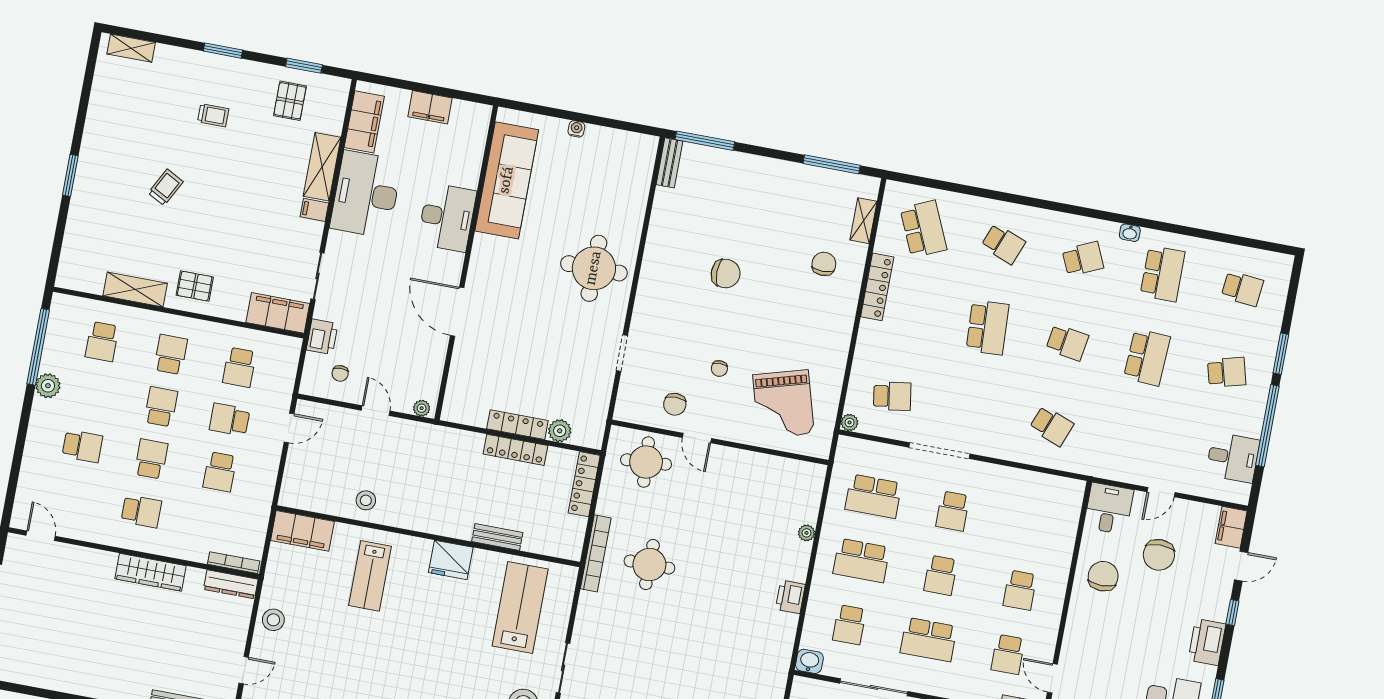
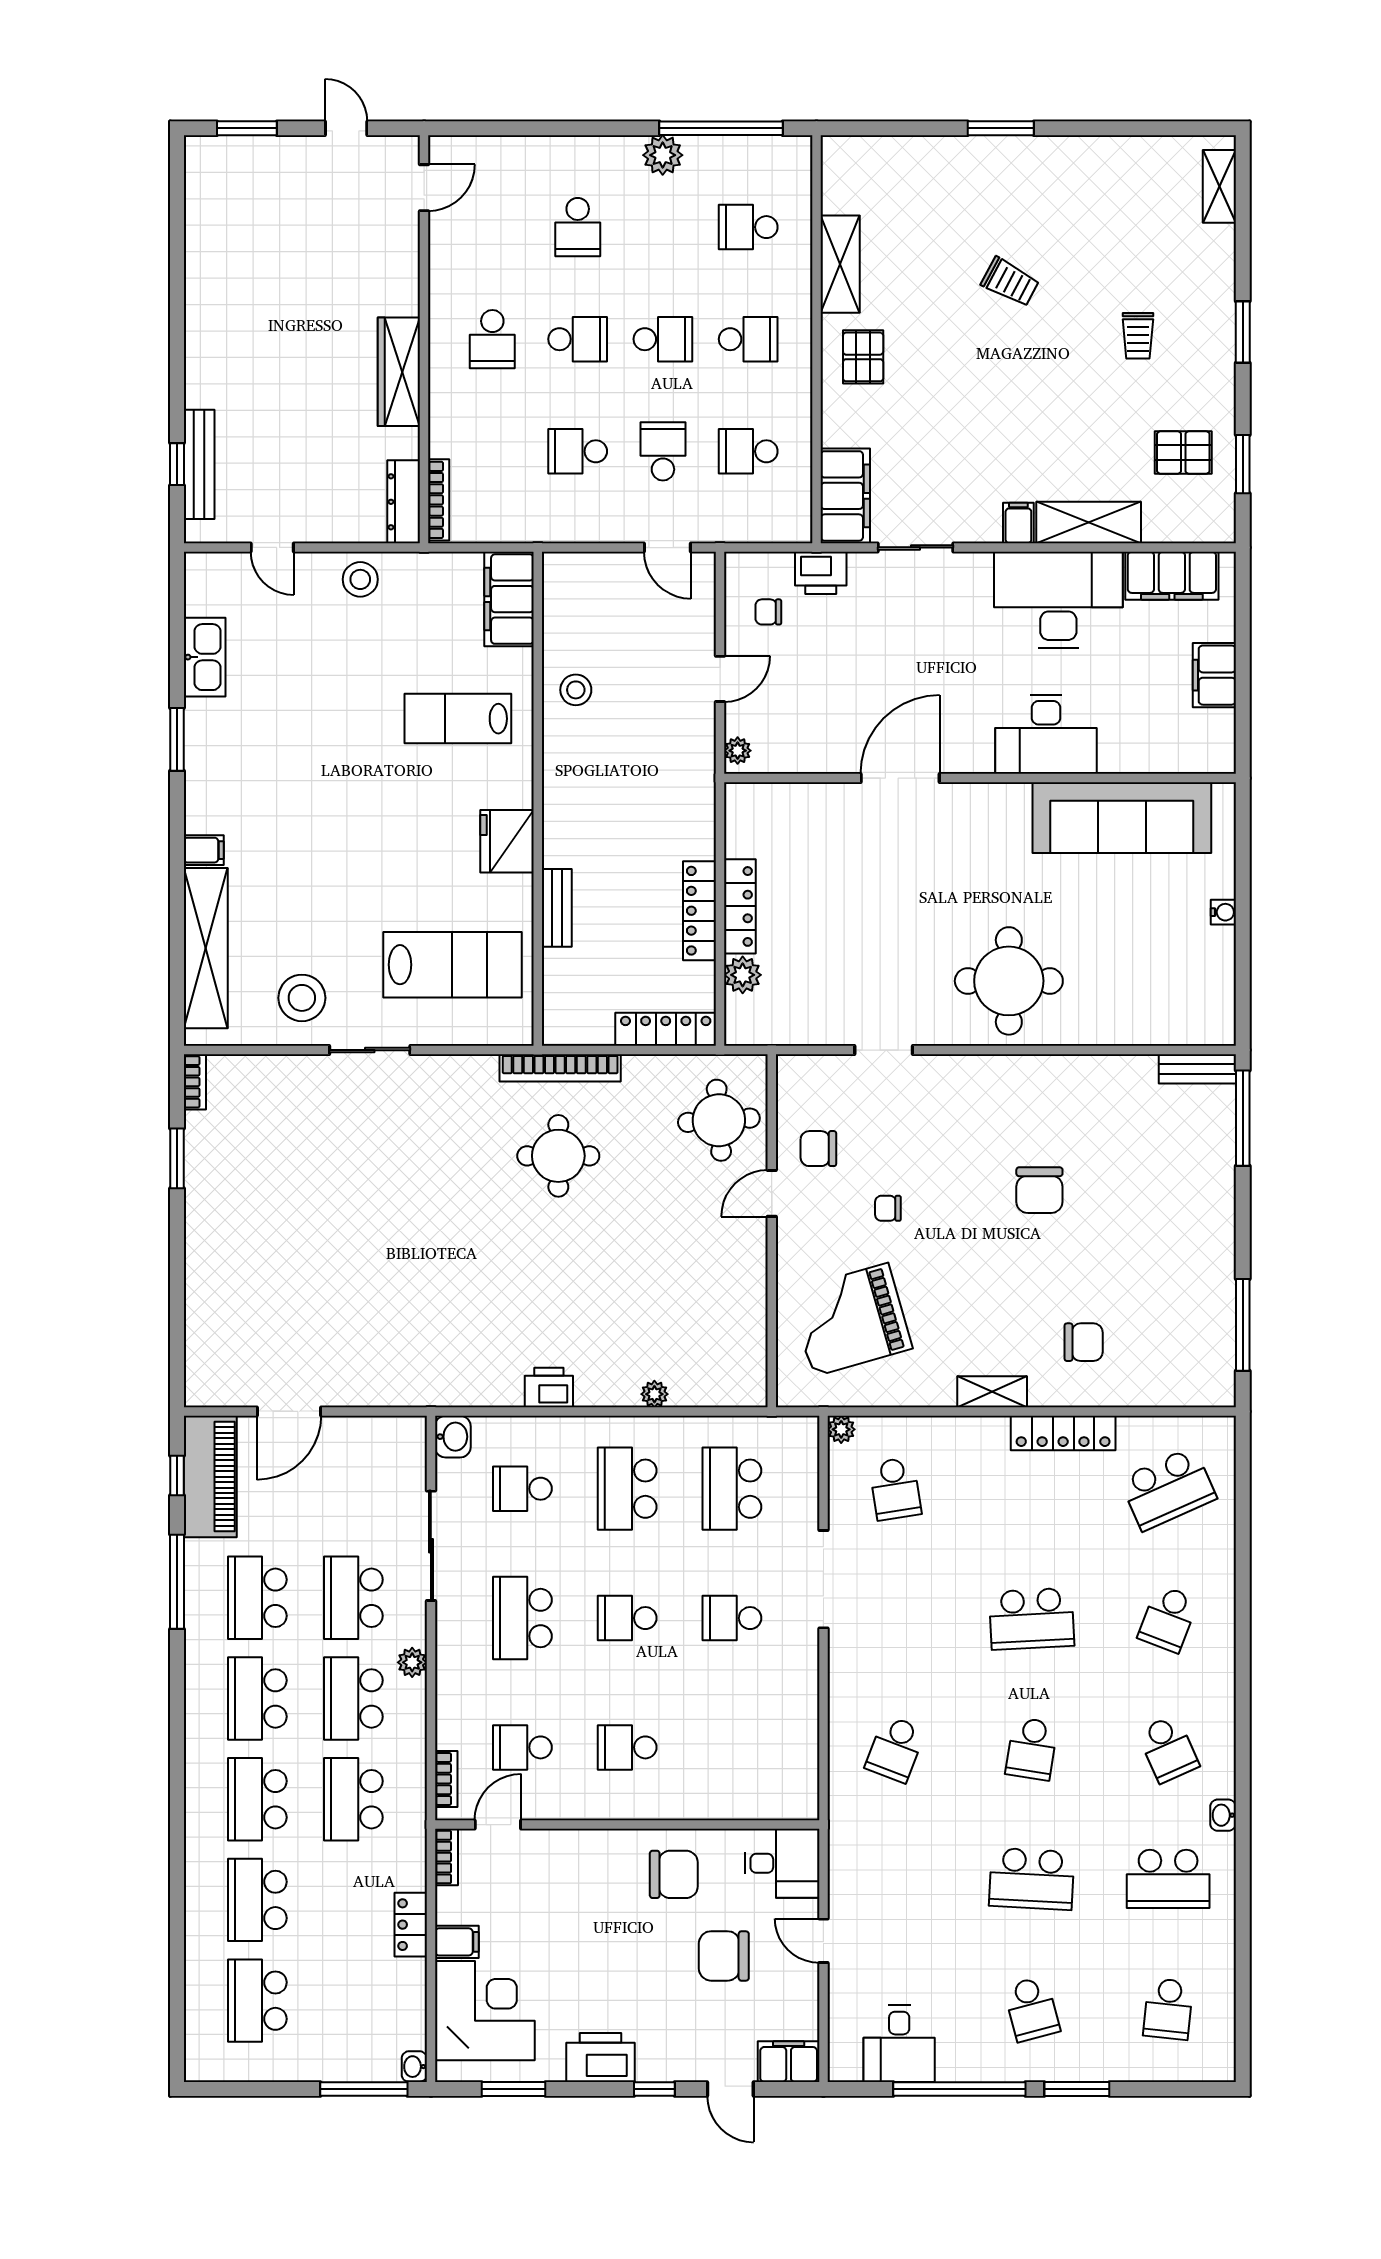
shelving: (863, 221) -> (992, 1392), moved

